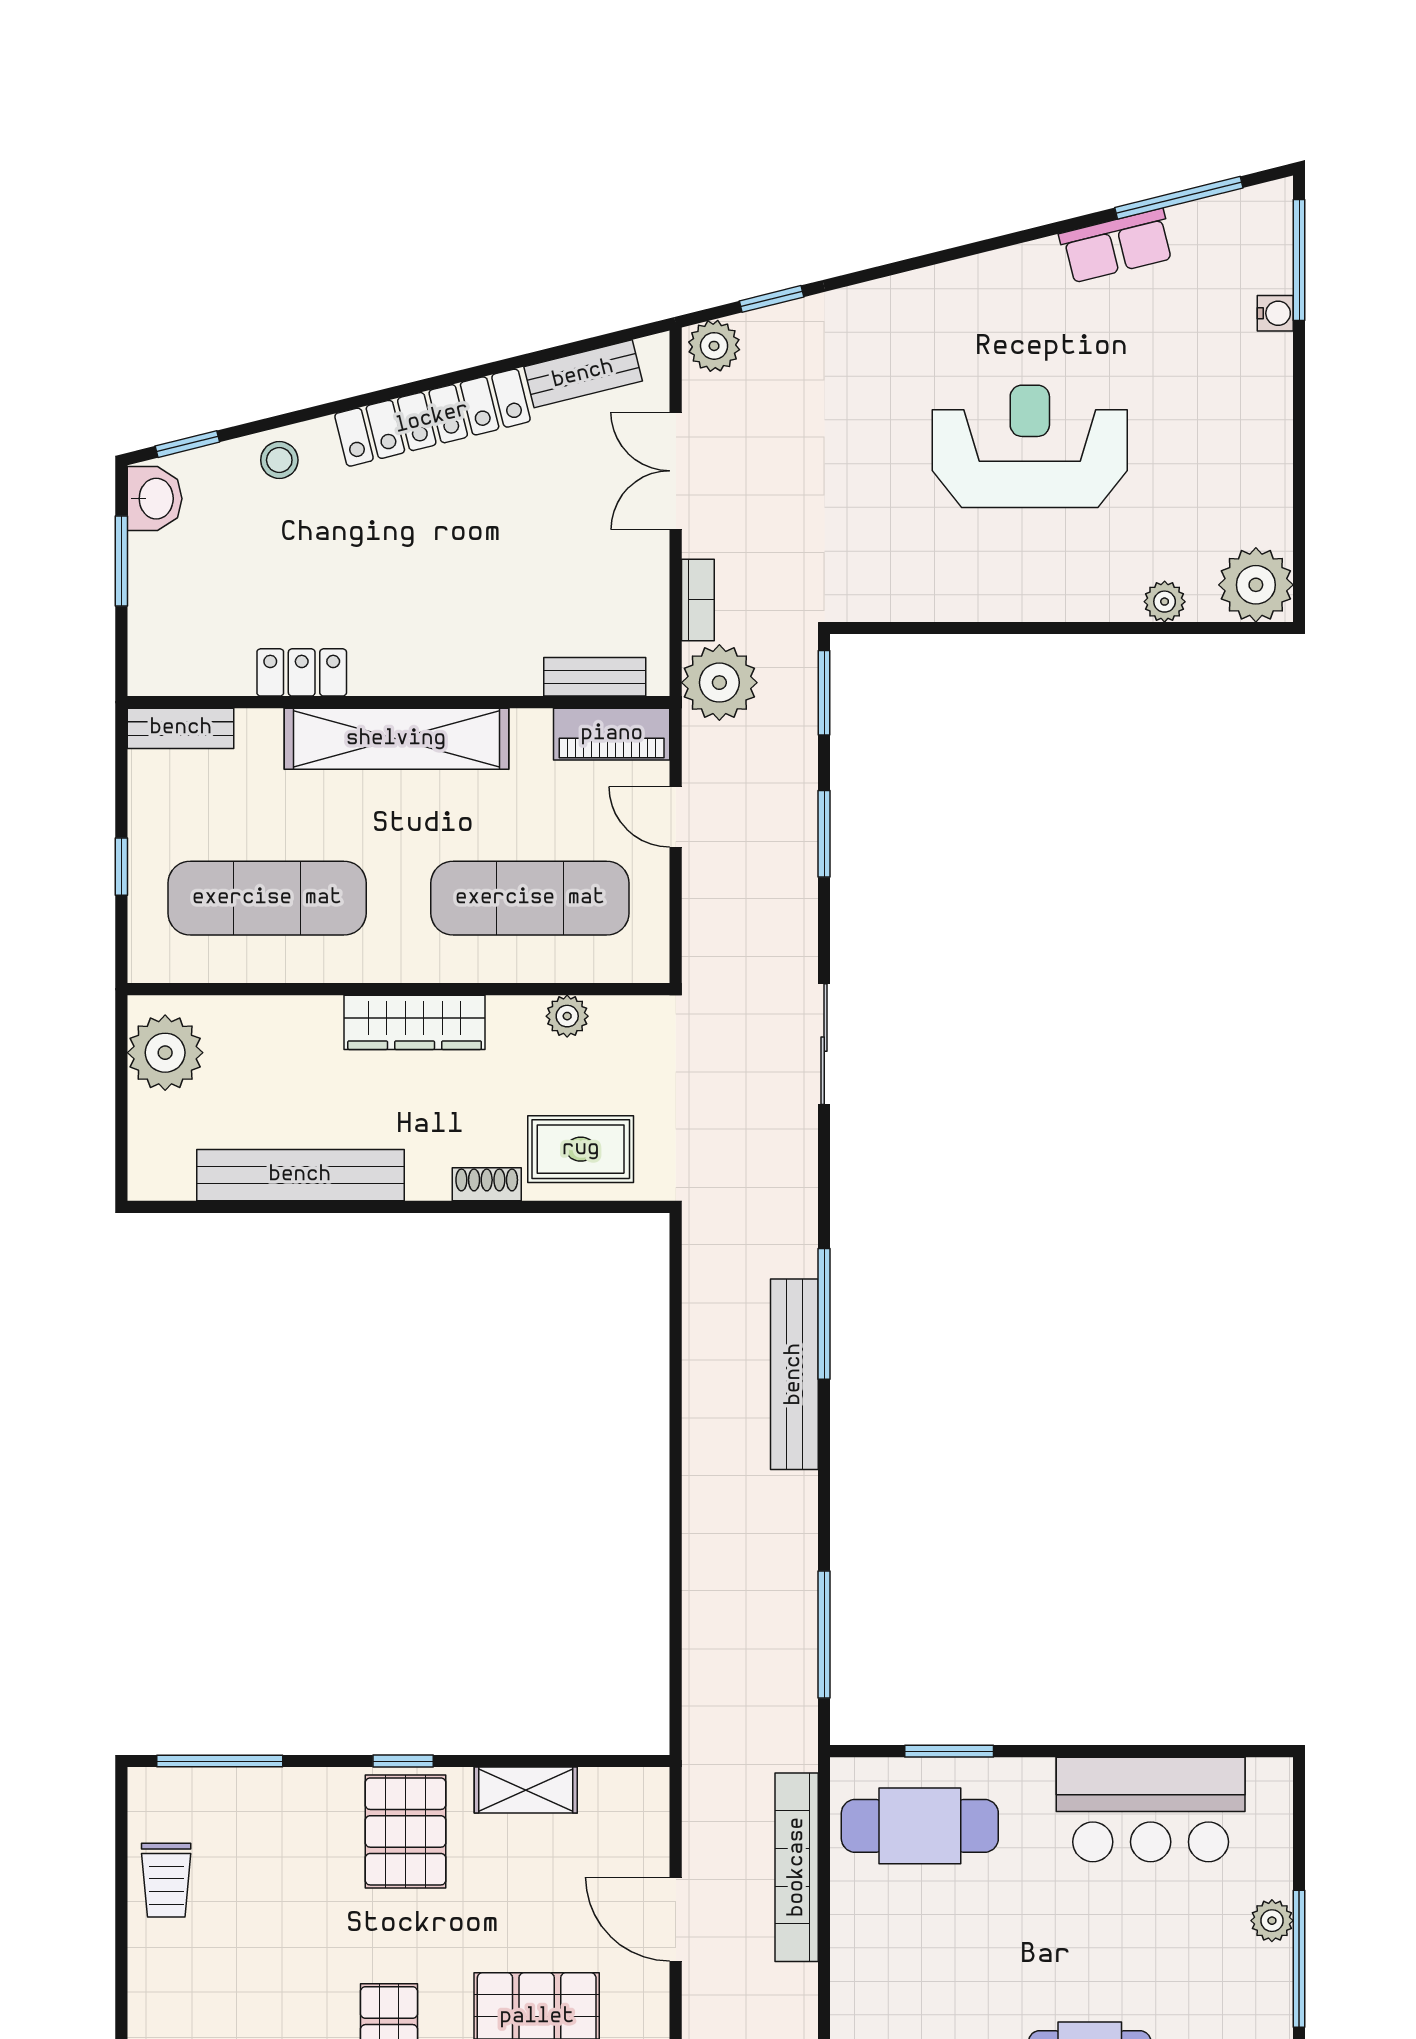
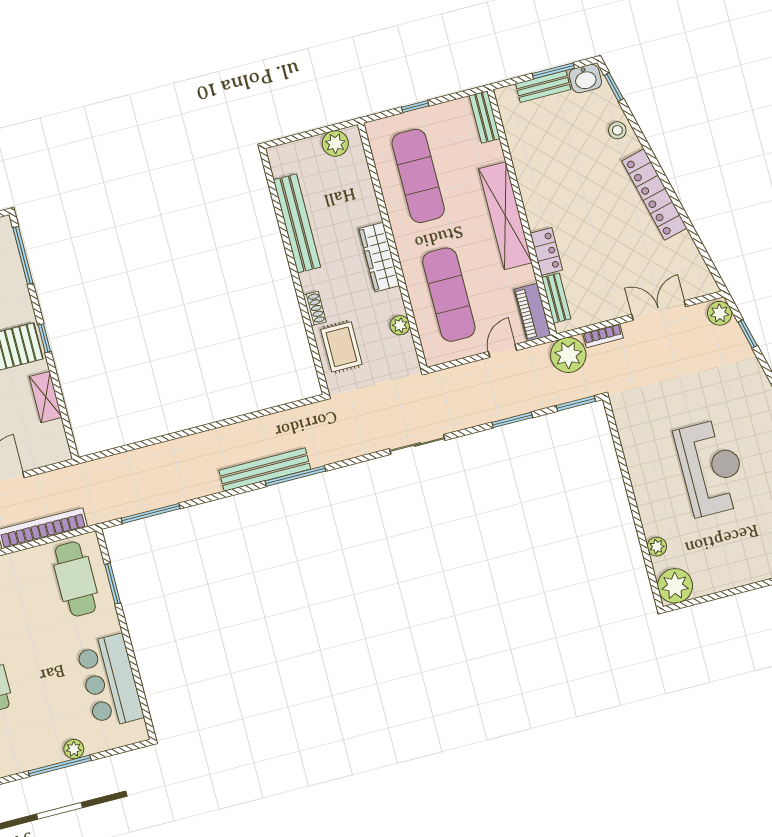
bench: (583, 374) -> (543, 87), moved, turned -76
locker: (302, 672) -> (546, 252), moved
plant: (165, 1053) -> (335, 143), width x0.73, depth x0.73

